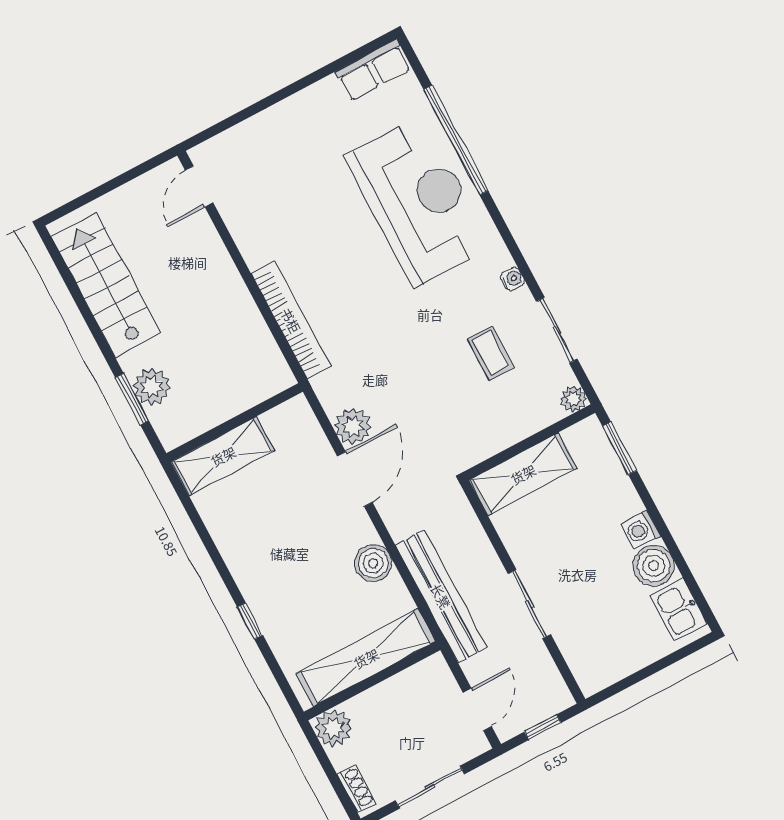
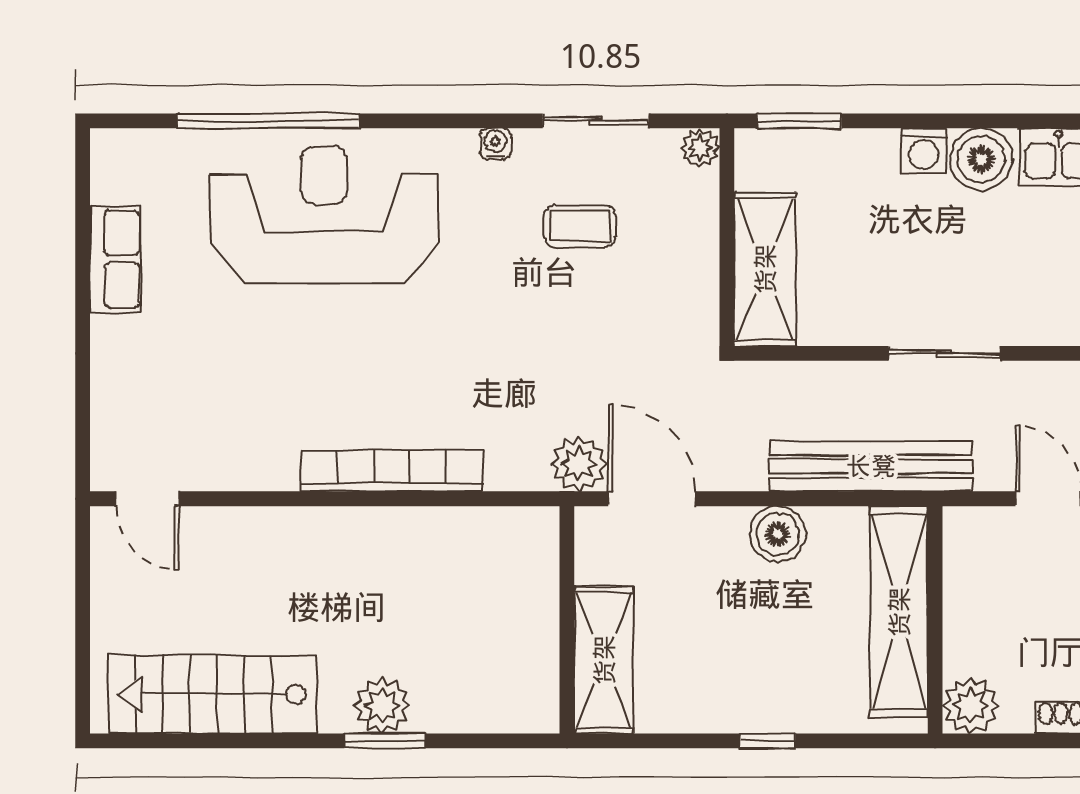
row of seats: (373, 70) -> (116, 259), moved
wall: (235, 422) -> (567, 620), moved
shelving: (223, 456) -> (604, 660), moved

